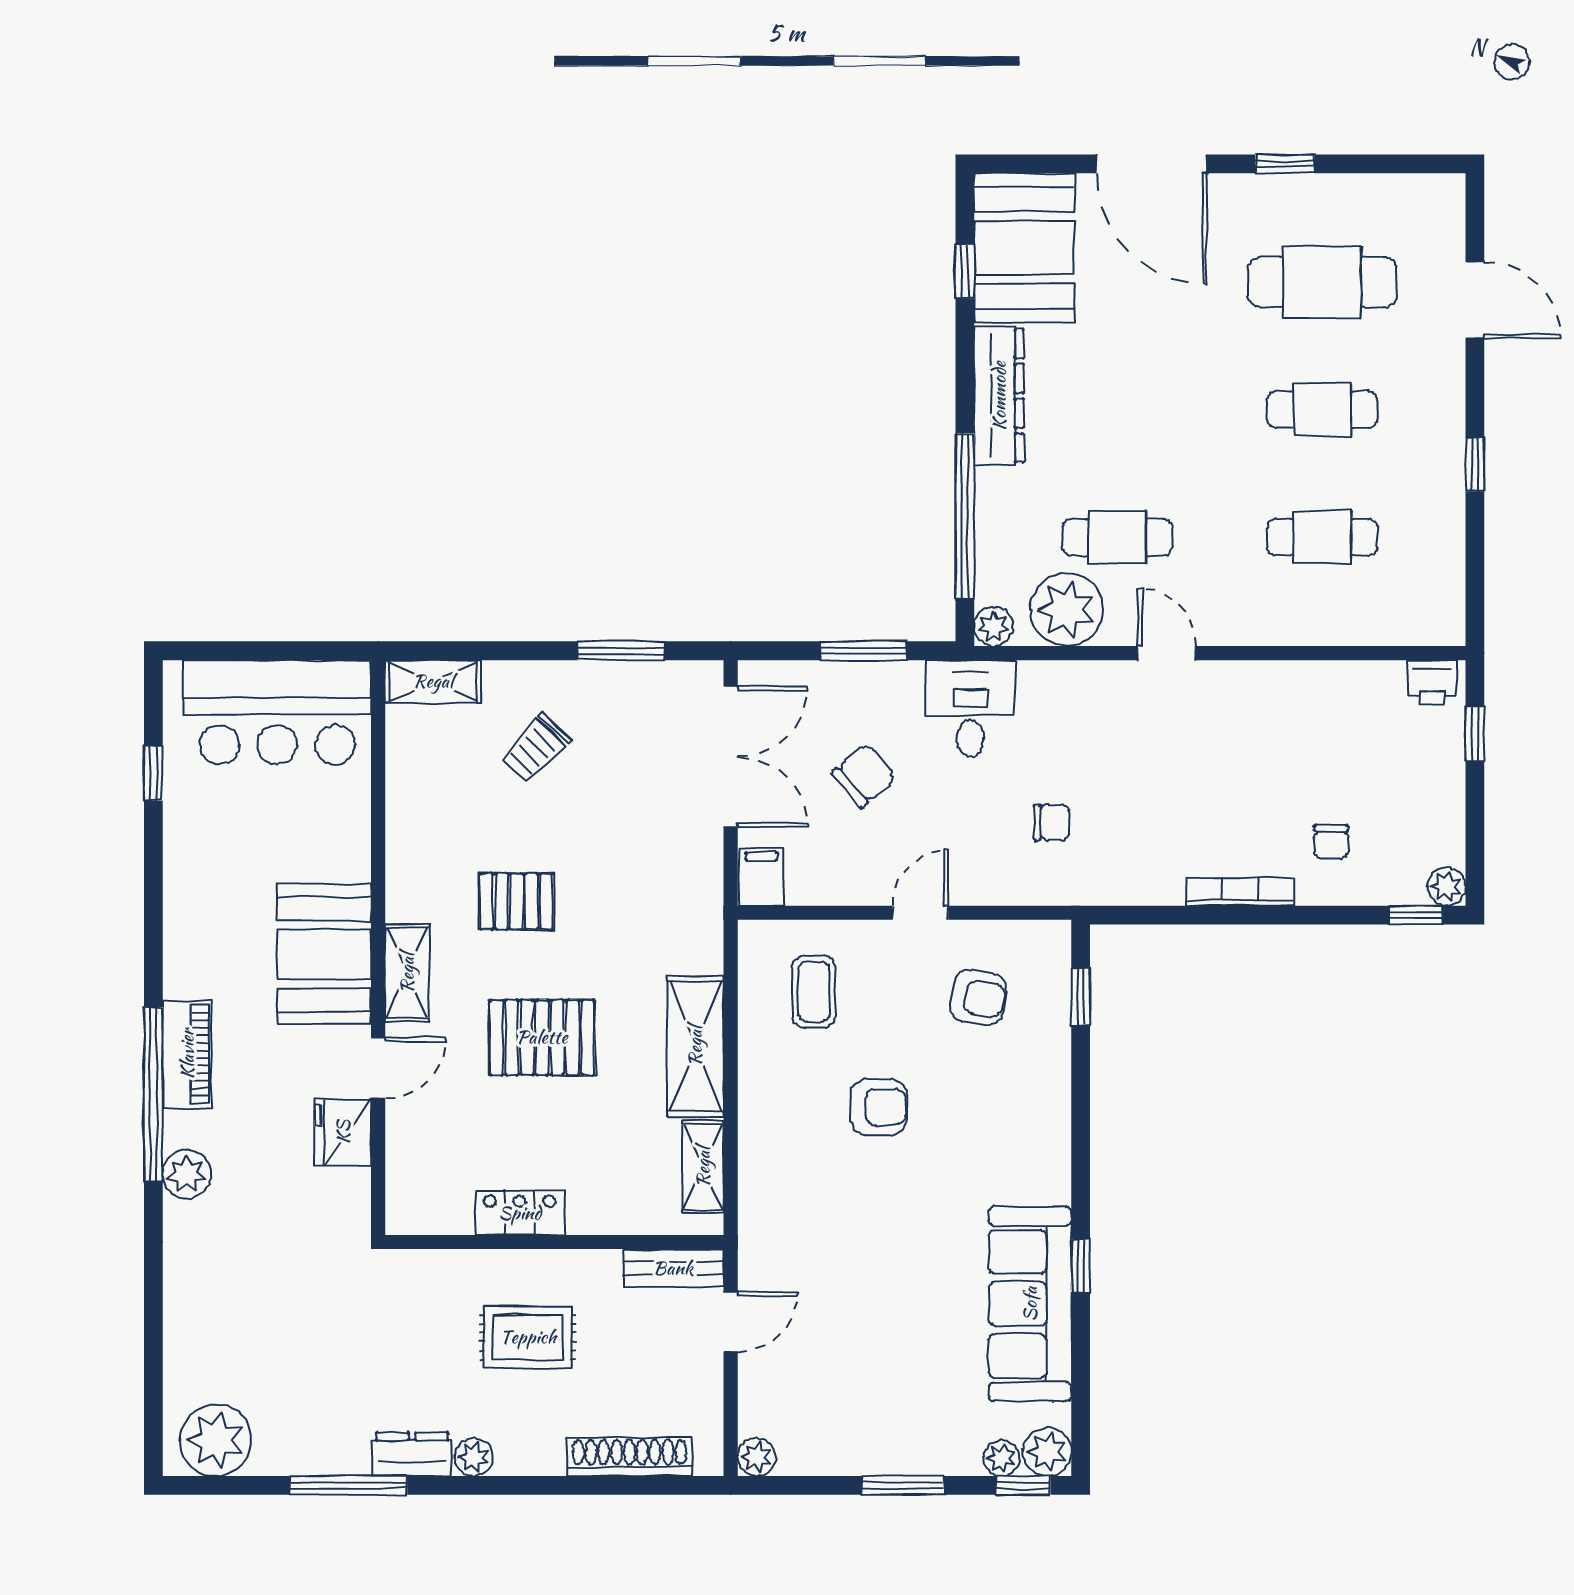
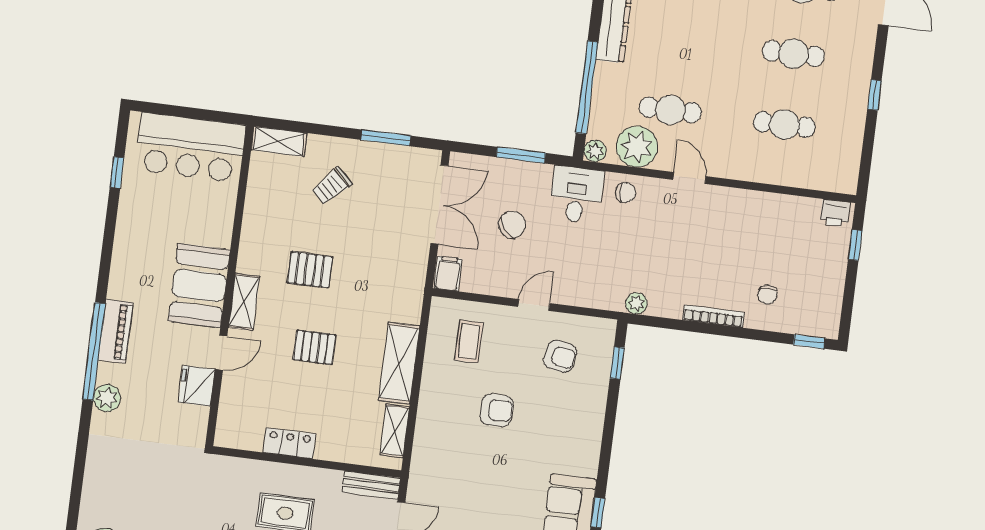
chair: (1051, 822) -> (626, 193), moved
plant: (1446, 887) -> (636, 303), moved
pallet: (542, 1037) -> (315, 347), width x0.67, depth x0.71

